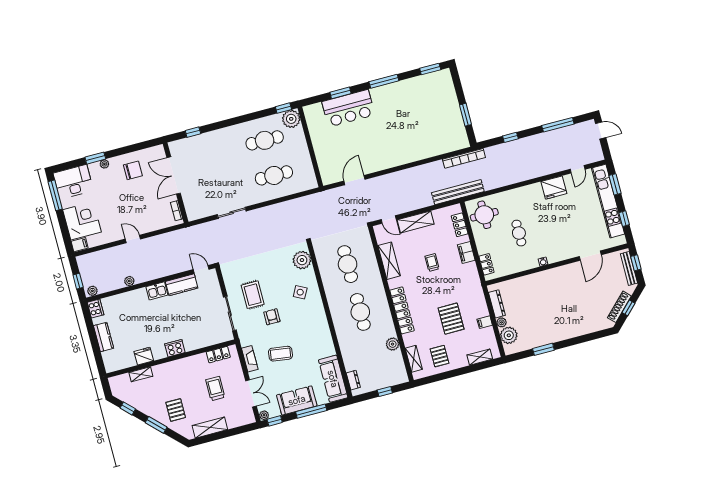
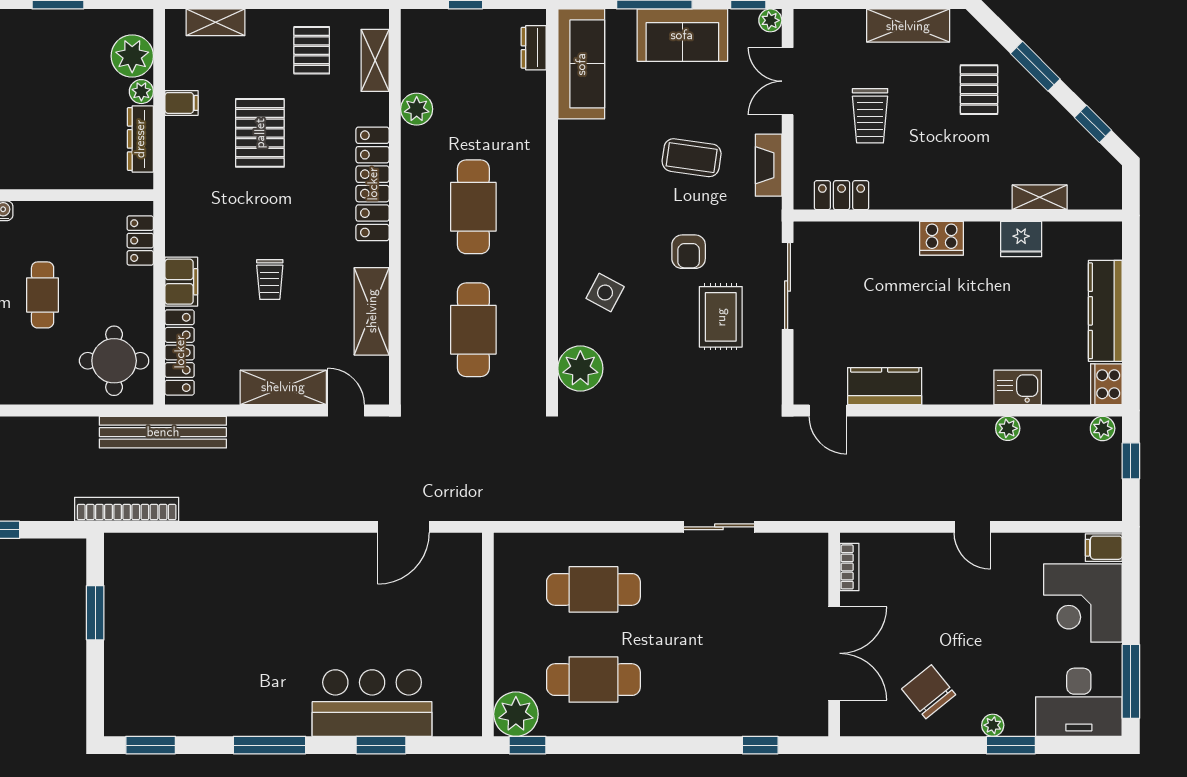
chair: (133, 170) -> (929, 692), turned 51
locker: (460, 225) -> (180, 352), width x1.53
kitchen sink: (157, 291) -> (1018, 387), moved
kitchen counter: (104, 337) -> (1105, 311), width x1.50

